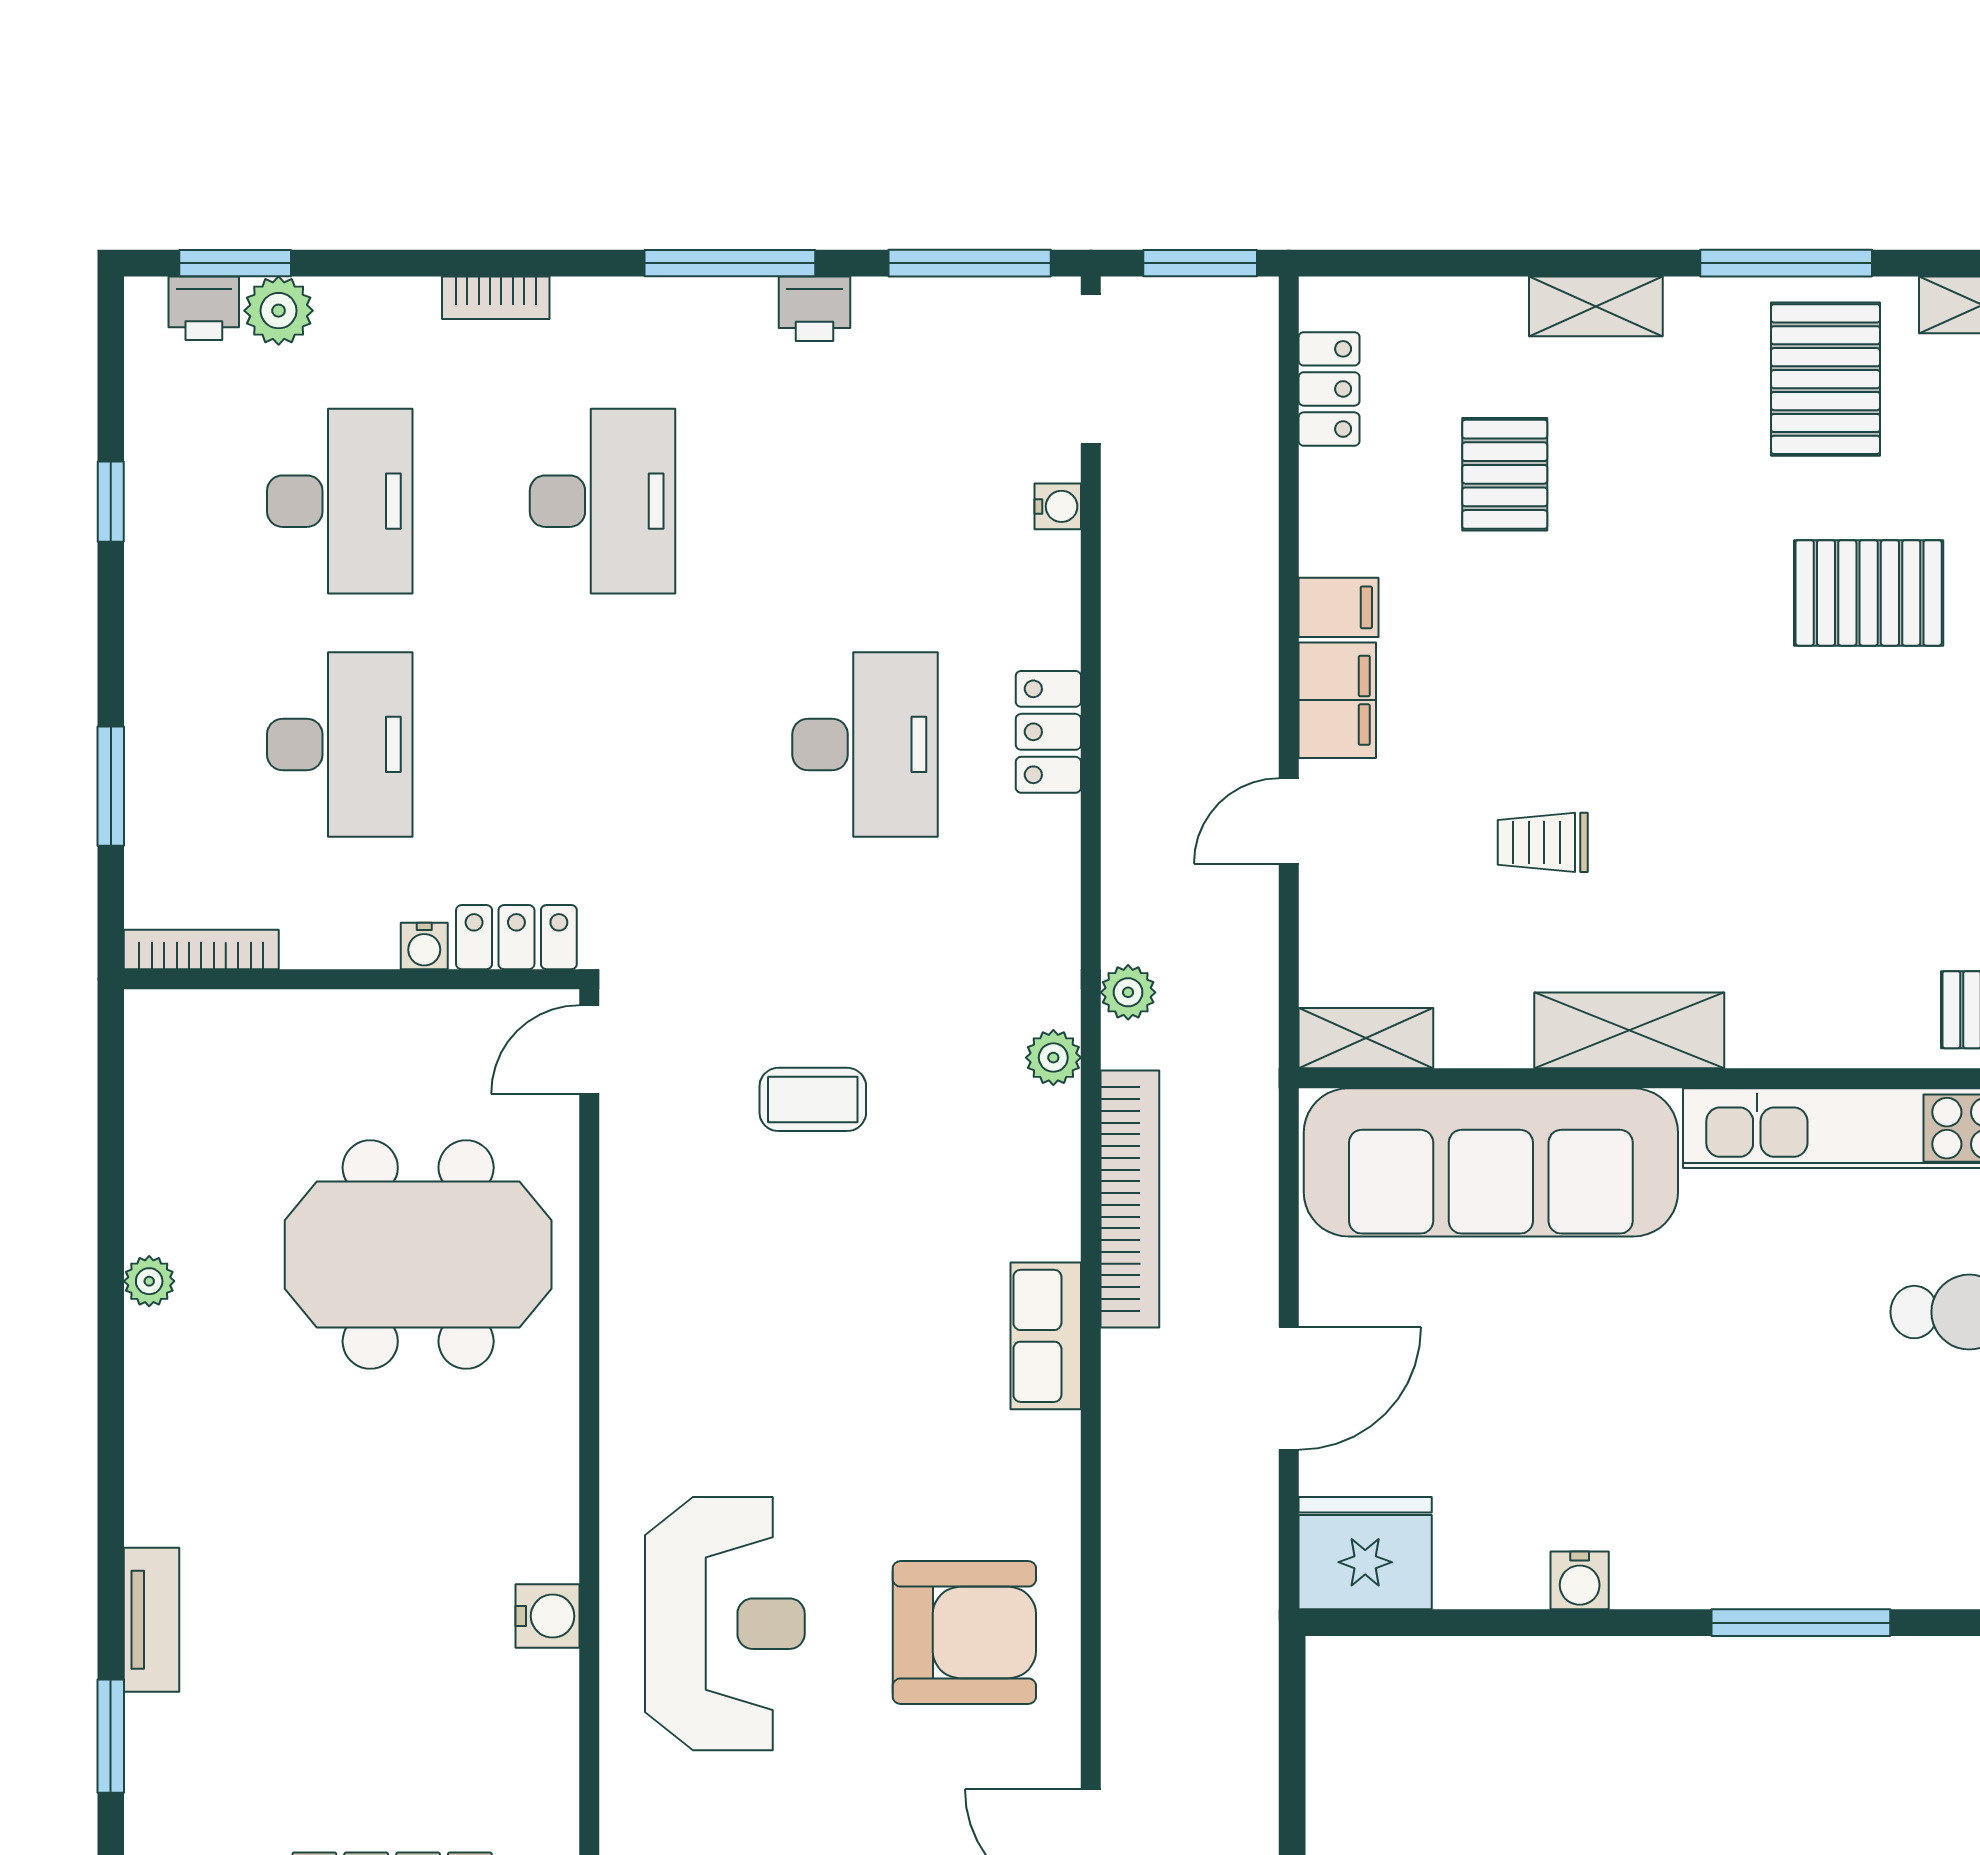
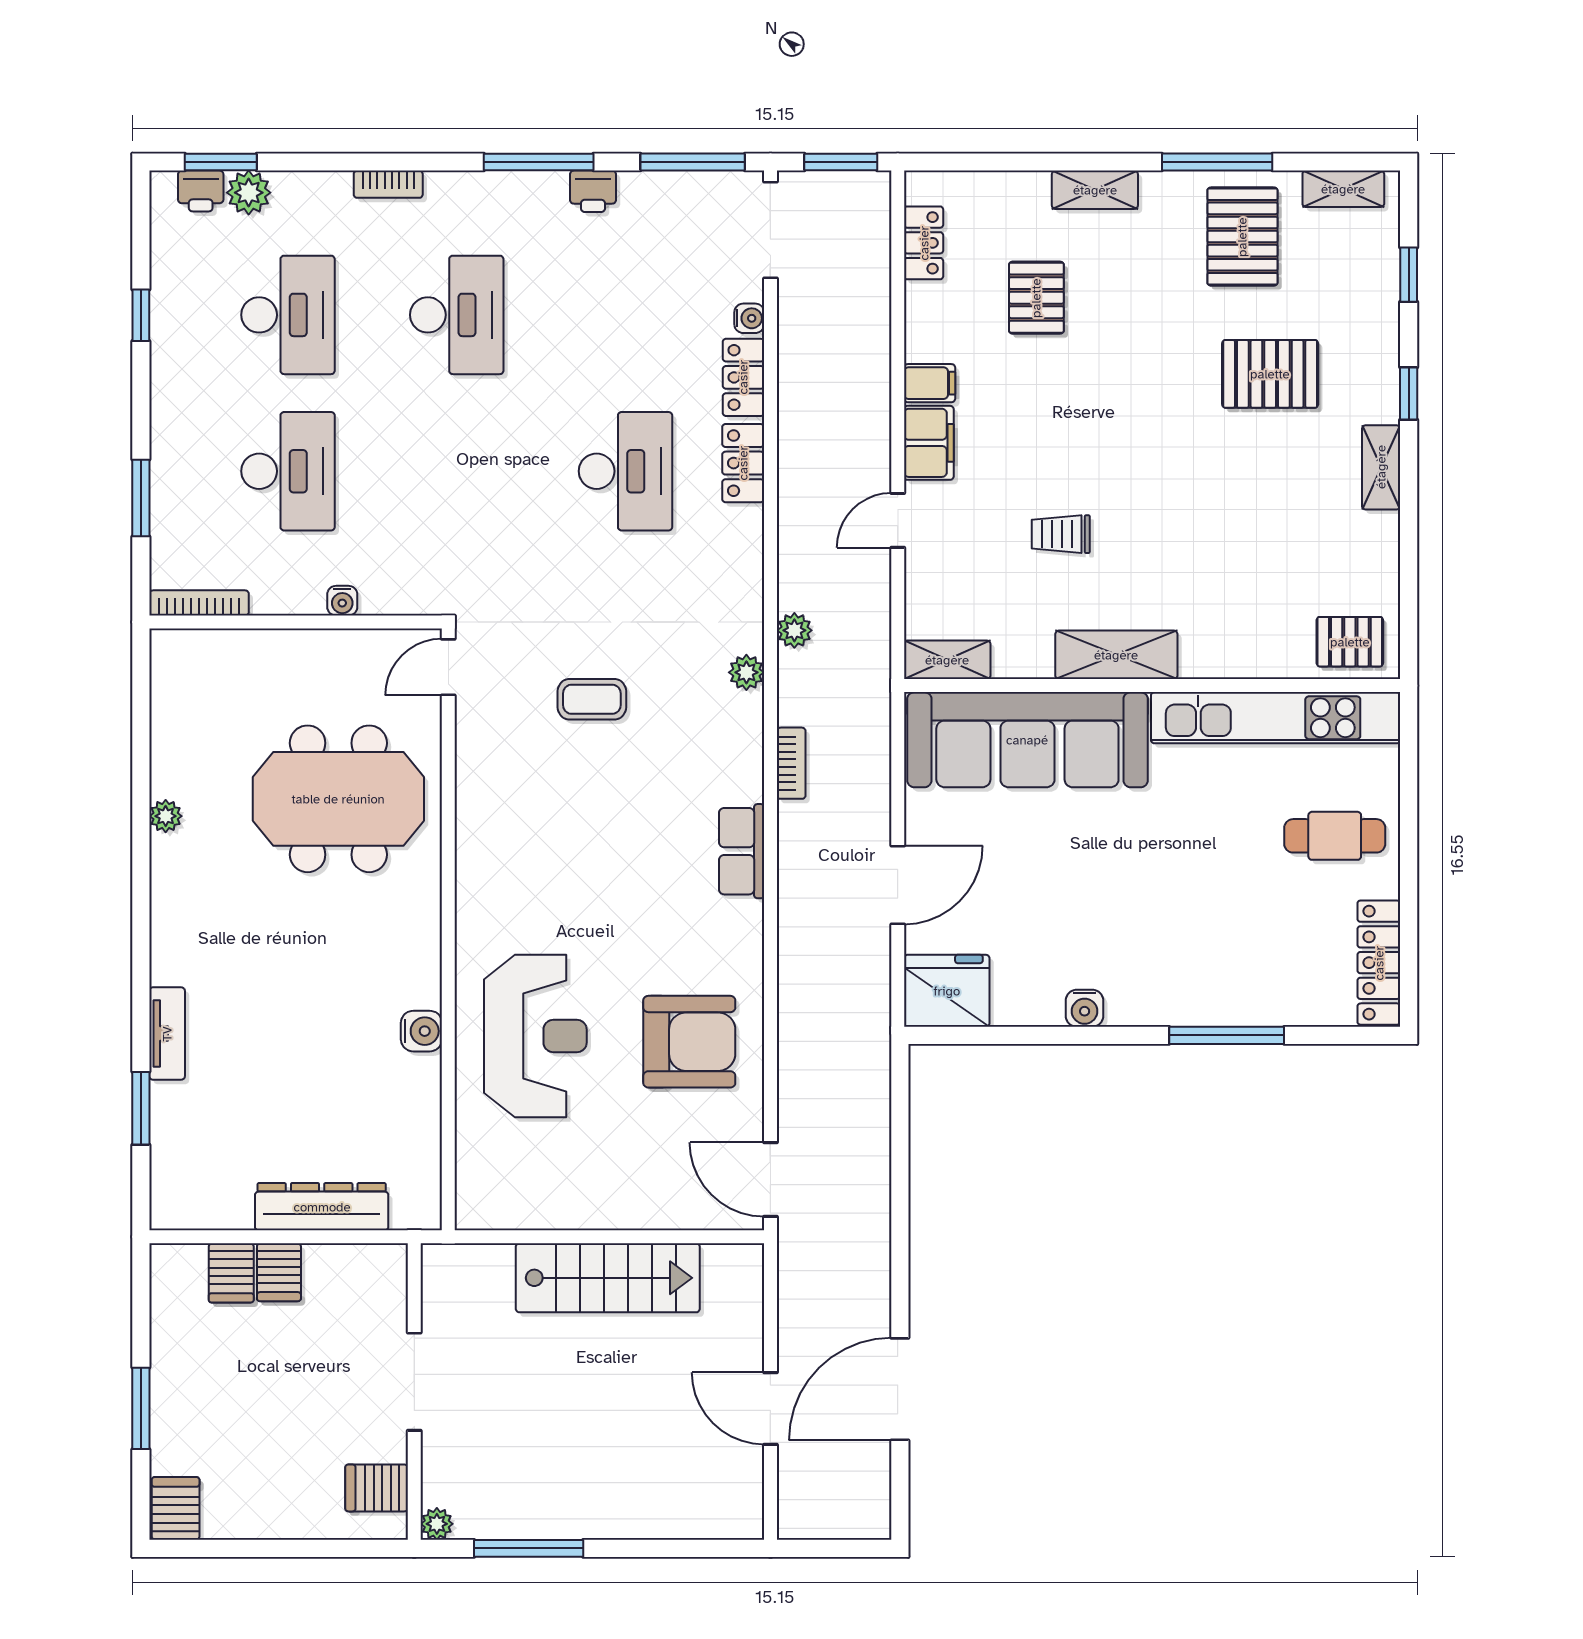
locker: (516, 937) -> (743, 377), moved, turned -90
bookcase: (1130, 1199) -> (791, 763), width x0.43, depth x0.76

